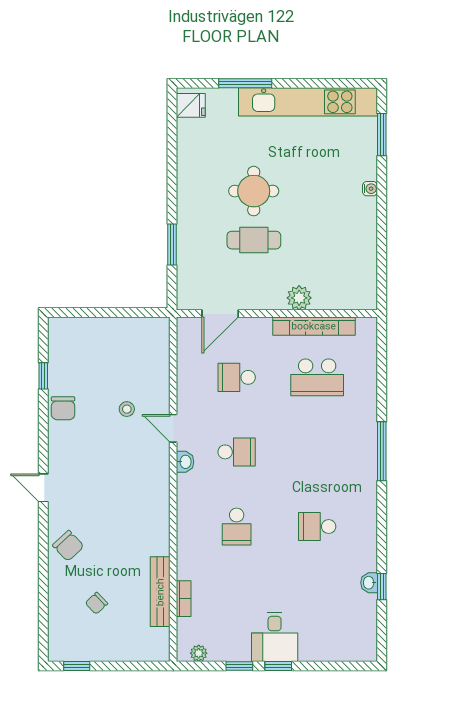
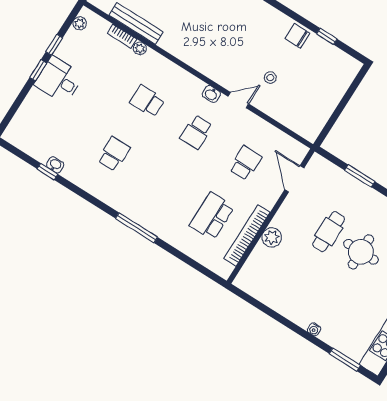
plant: (185, 571) -> (140, 48), added

